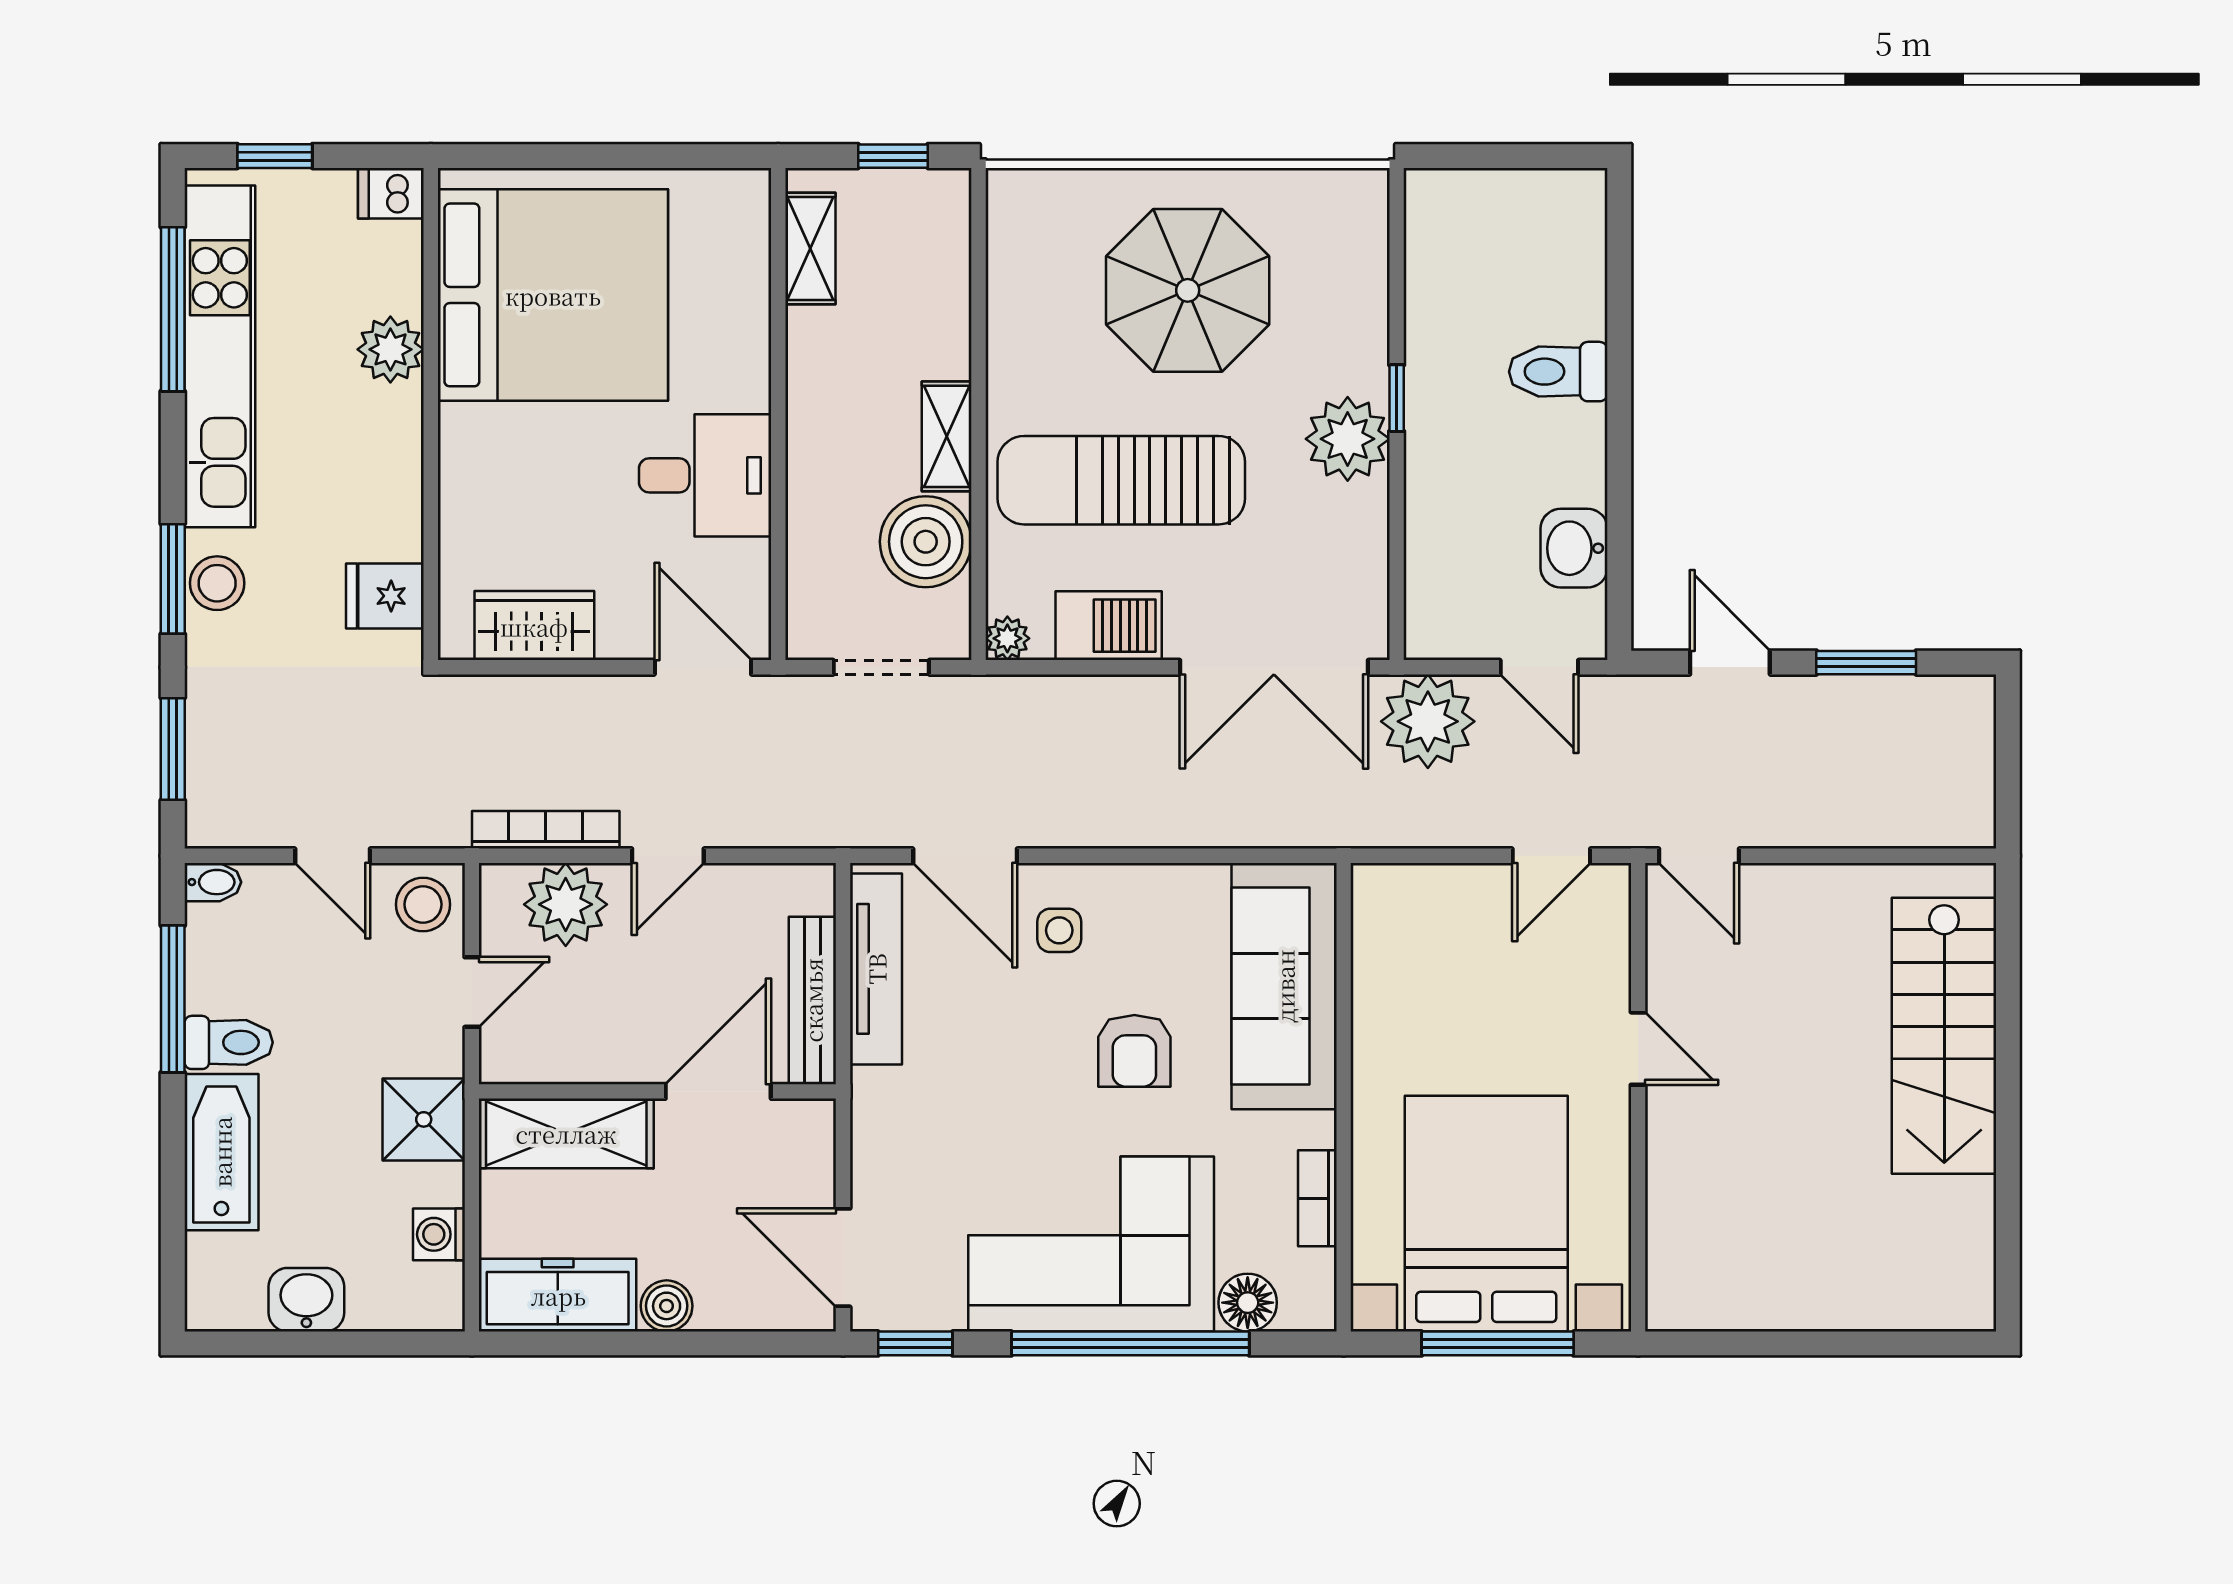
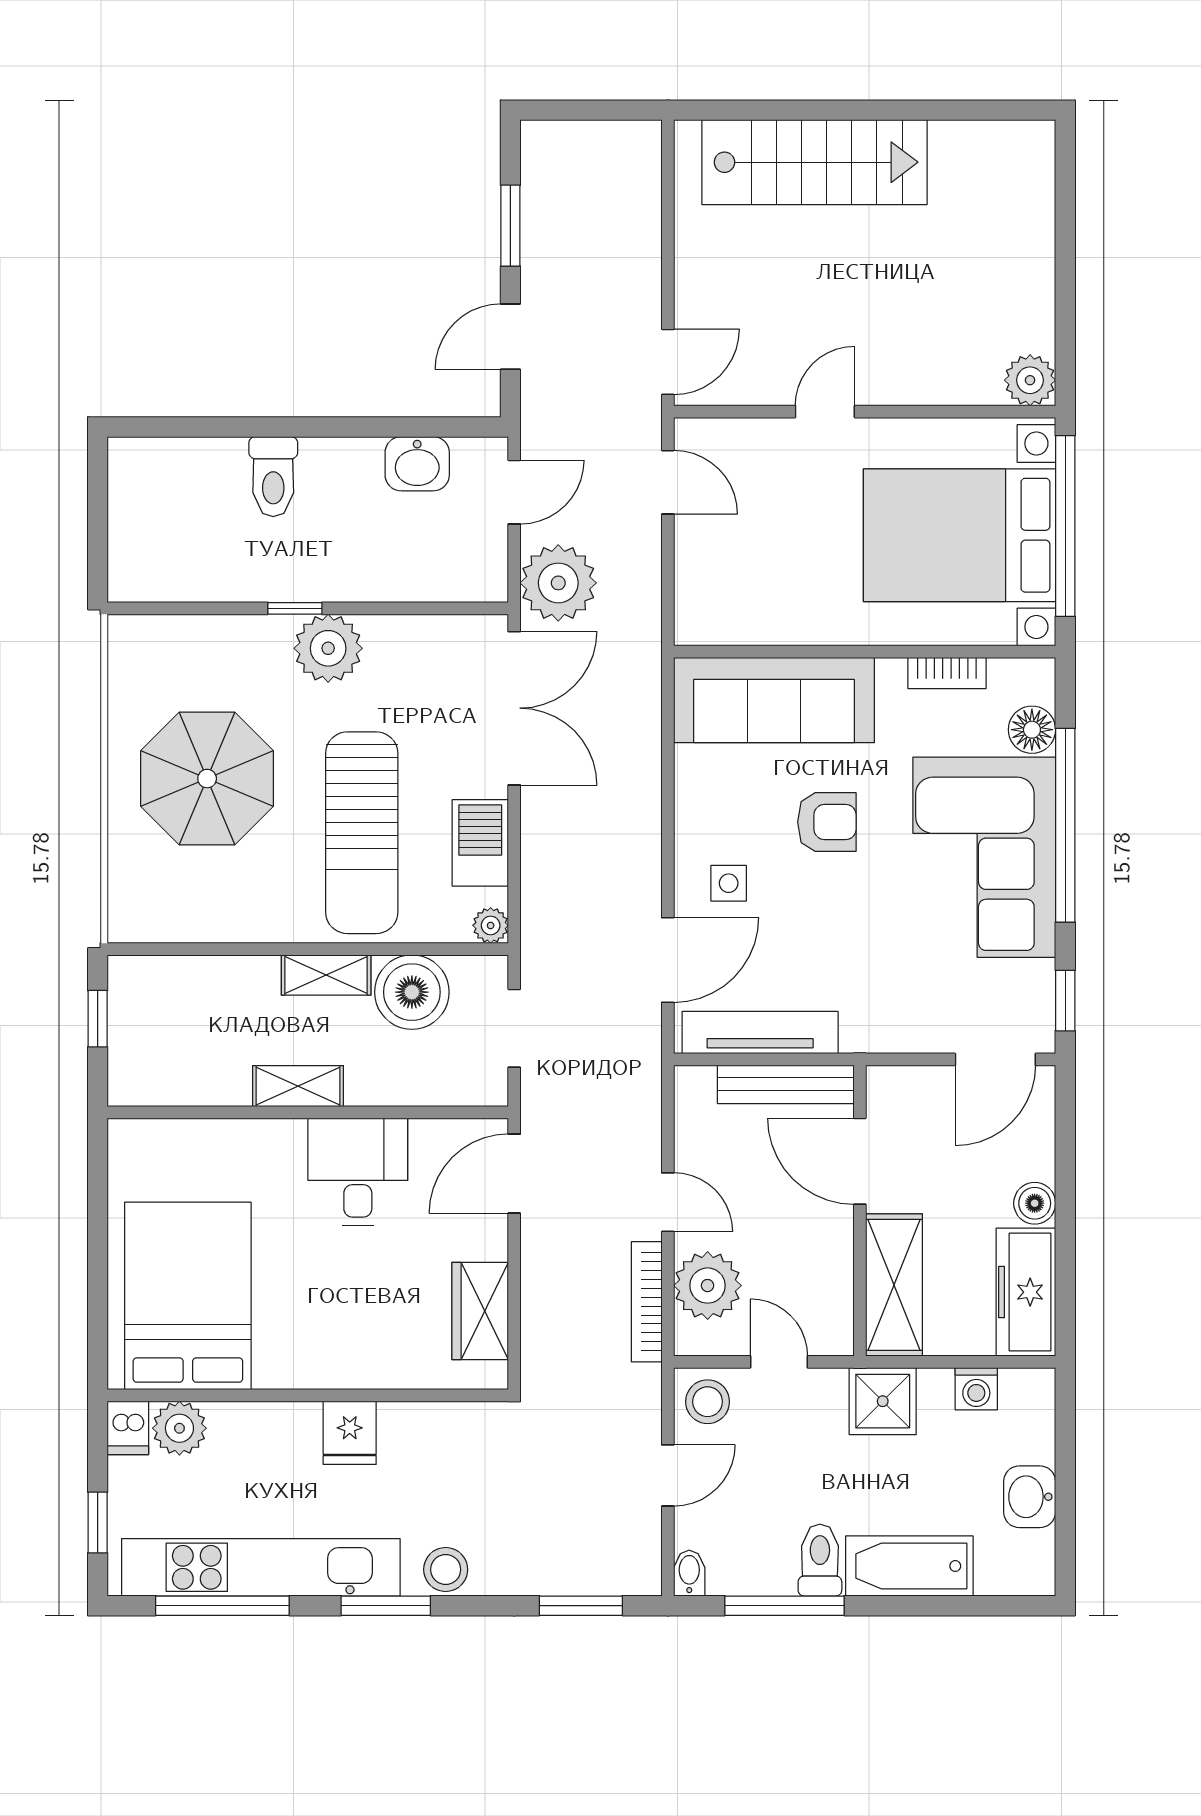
shelving: (810, 249) -> (298, 1086), moved
bed: (553, 295) -> (188, 1296), width x0.73
plant: (390, 349) -> (179, 1428), moved
window: (173, 579) -> (386, 1606), moved
fridge: (385, 596) -> (350, 1433), moved
plant: (1677, 1300) -> (1030, 380), added
window: (1498, 1343) -> (1065, 526), width x1.46

